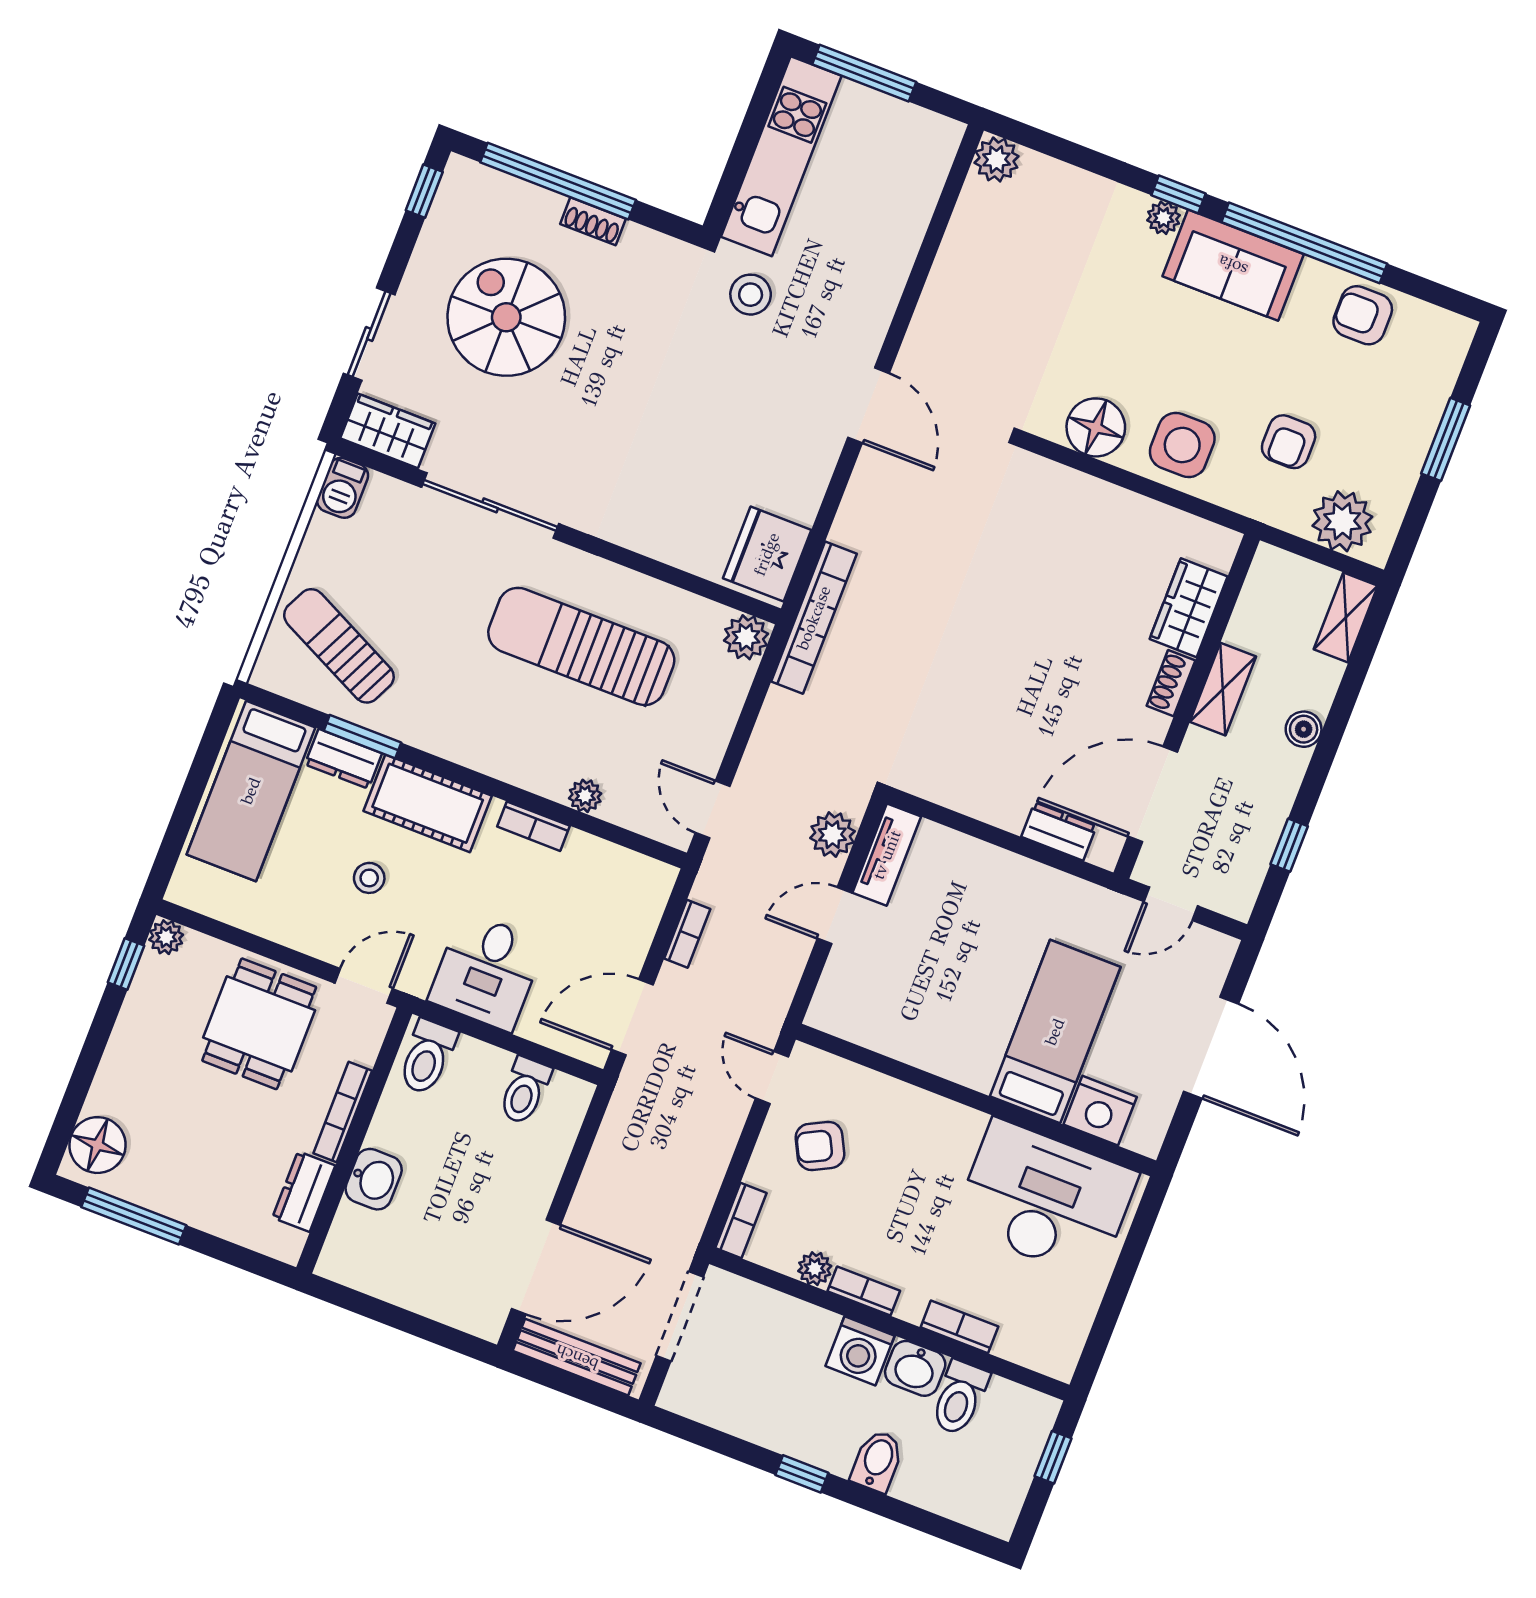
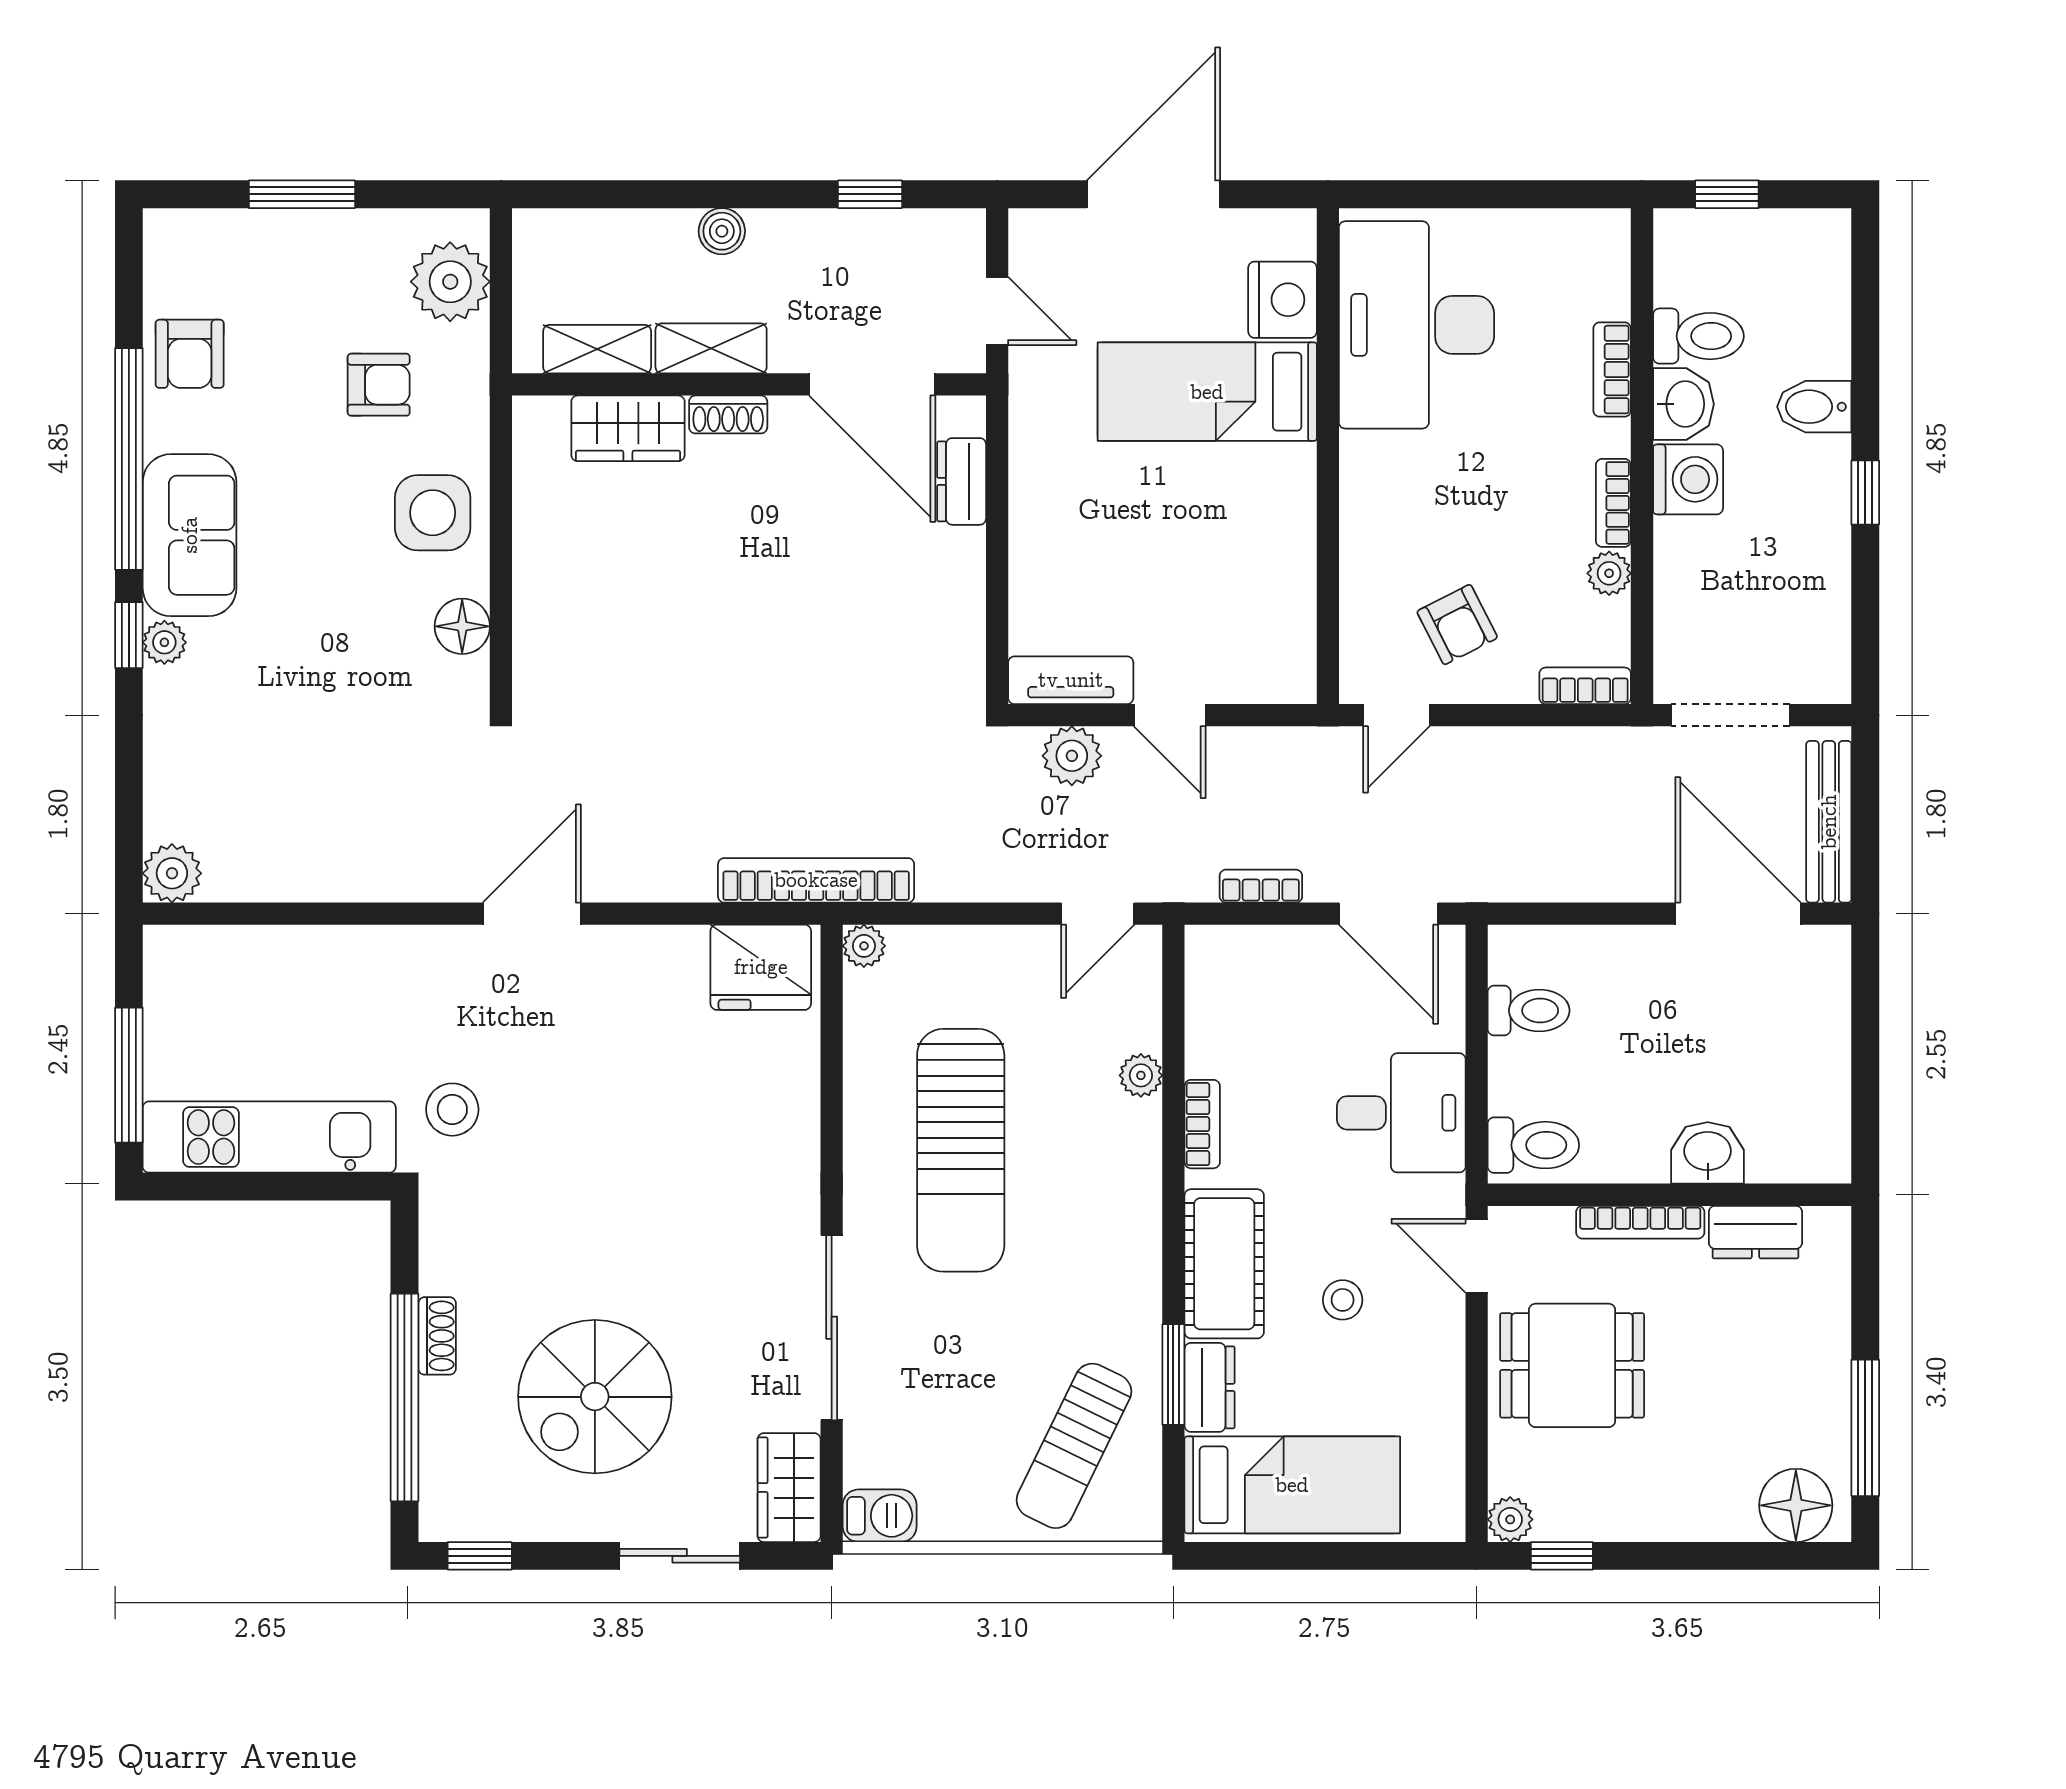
floor lamp: (1096, 427) -> (462, 626), width x0.73, depth x0.73
shelving: (1346, 617) -> (597, 349), moved
plant: (746, 637) -> (864, 946), width x0.73, depth x0.73

